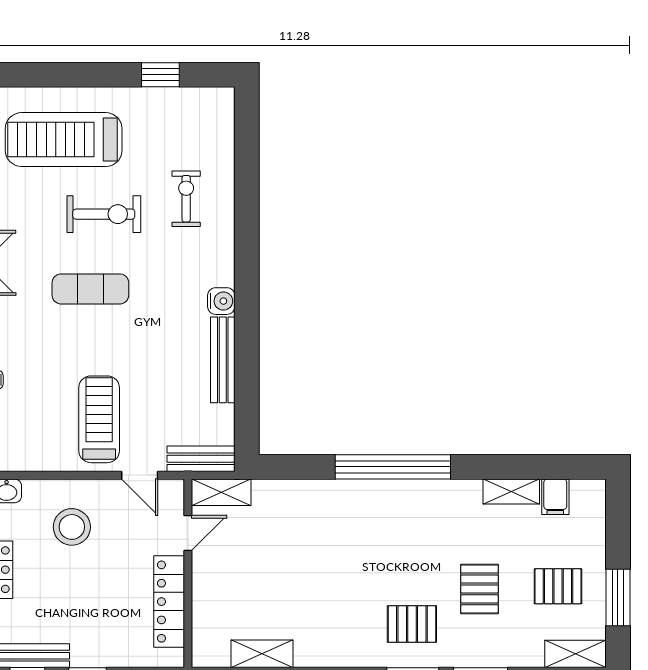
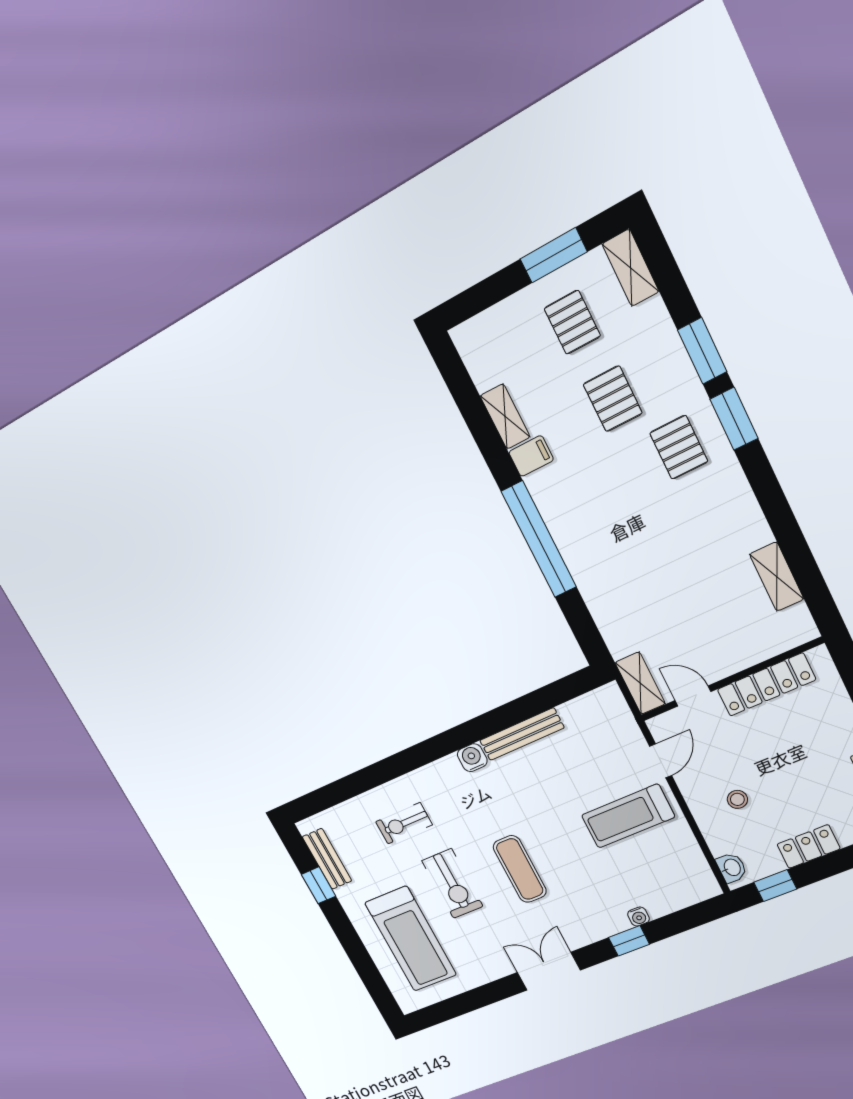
exercise bike: (104, 214) -> (452, 884), turned 180
bench: (201, 459) -> (327, 859), moved
filing cabinet: (555, 497) -> (531, 456), moved
stool: (72, 527) -> (737, 799), width x0.53, depth x0.53
pallet: (480, 589) -> (613, 399), turned 90

